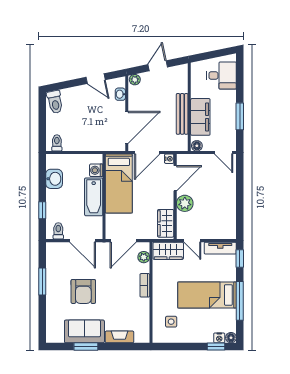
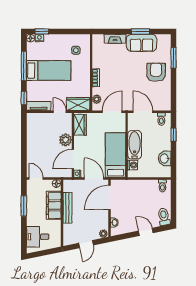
door: (96, 79) -> (146, 232), moved
door: (147, 153) -> (94, 178), hinge flipped
window: (42, 282) -> (173, 58), moved
armchair: (83, 291) -> (156, 72), moved

